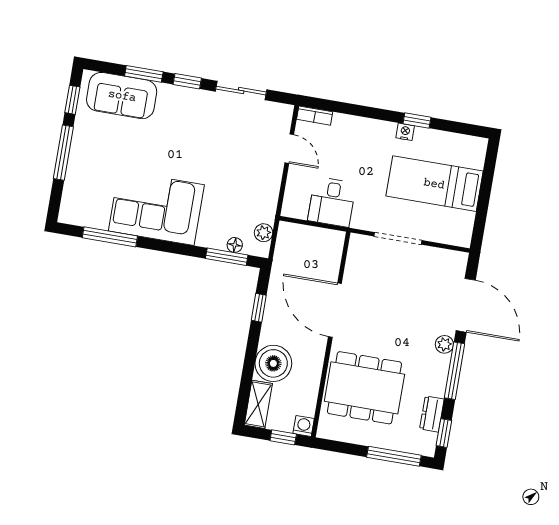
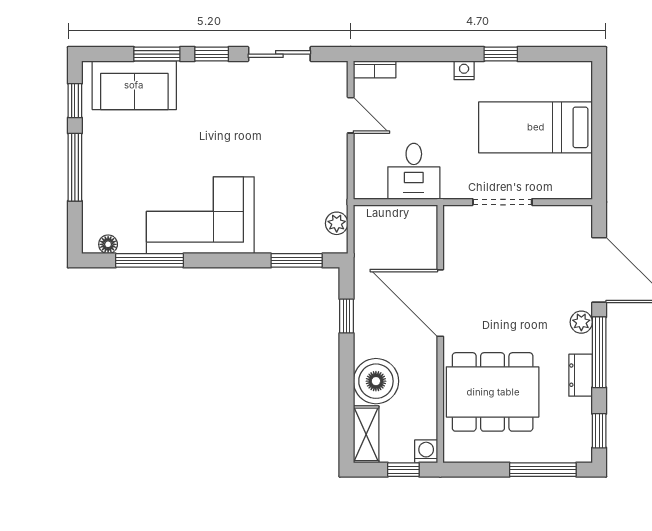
nightstand: (405, 132) -> (464, 70), moved
floor lamp: (235, 245) -> (108, 244), moved
dresser: (432, 414) -> (581, 375), moved

